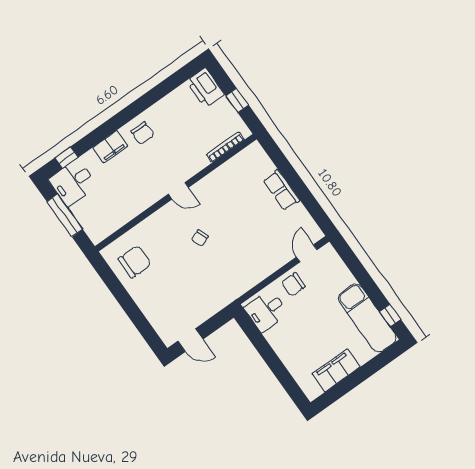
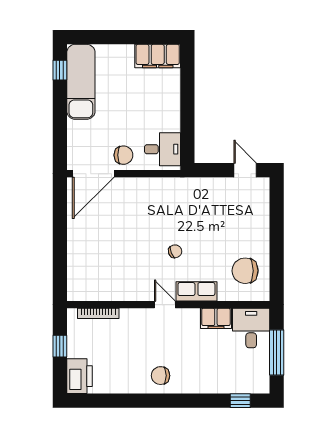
chair: (142, 133) -> (161, 376), turned -90
filing cabinet: (110, 147) -> (216, 318), moved, turned 180
desk: (73, 183) -> (251, 328), moved, turned -90
row of seats: (281, 190) -> (196, 291), moved, turned -90
door: (307, 253) -> (93, 174), width x1.88
filing cabinet: (336, 370) -> (158, 56), moved

